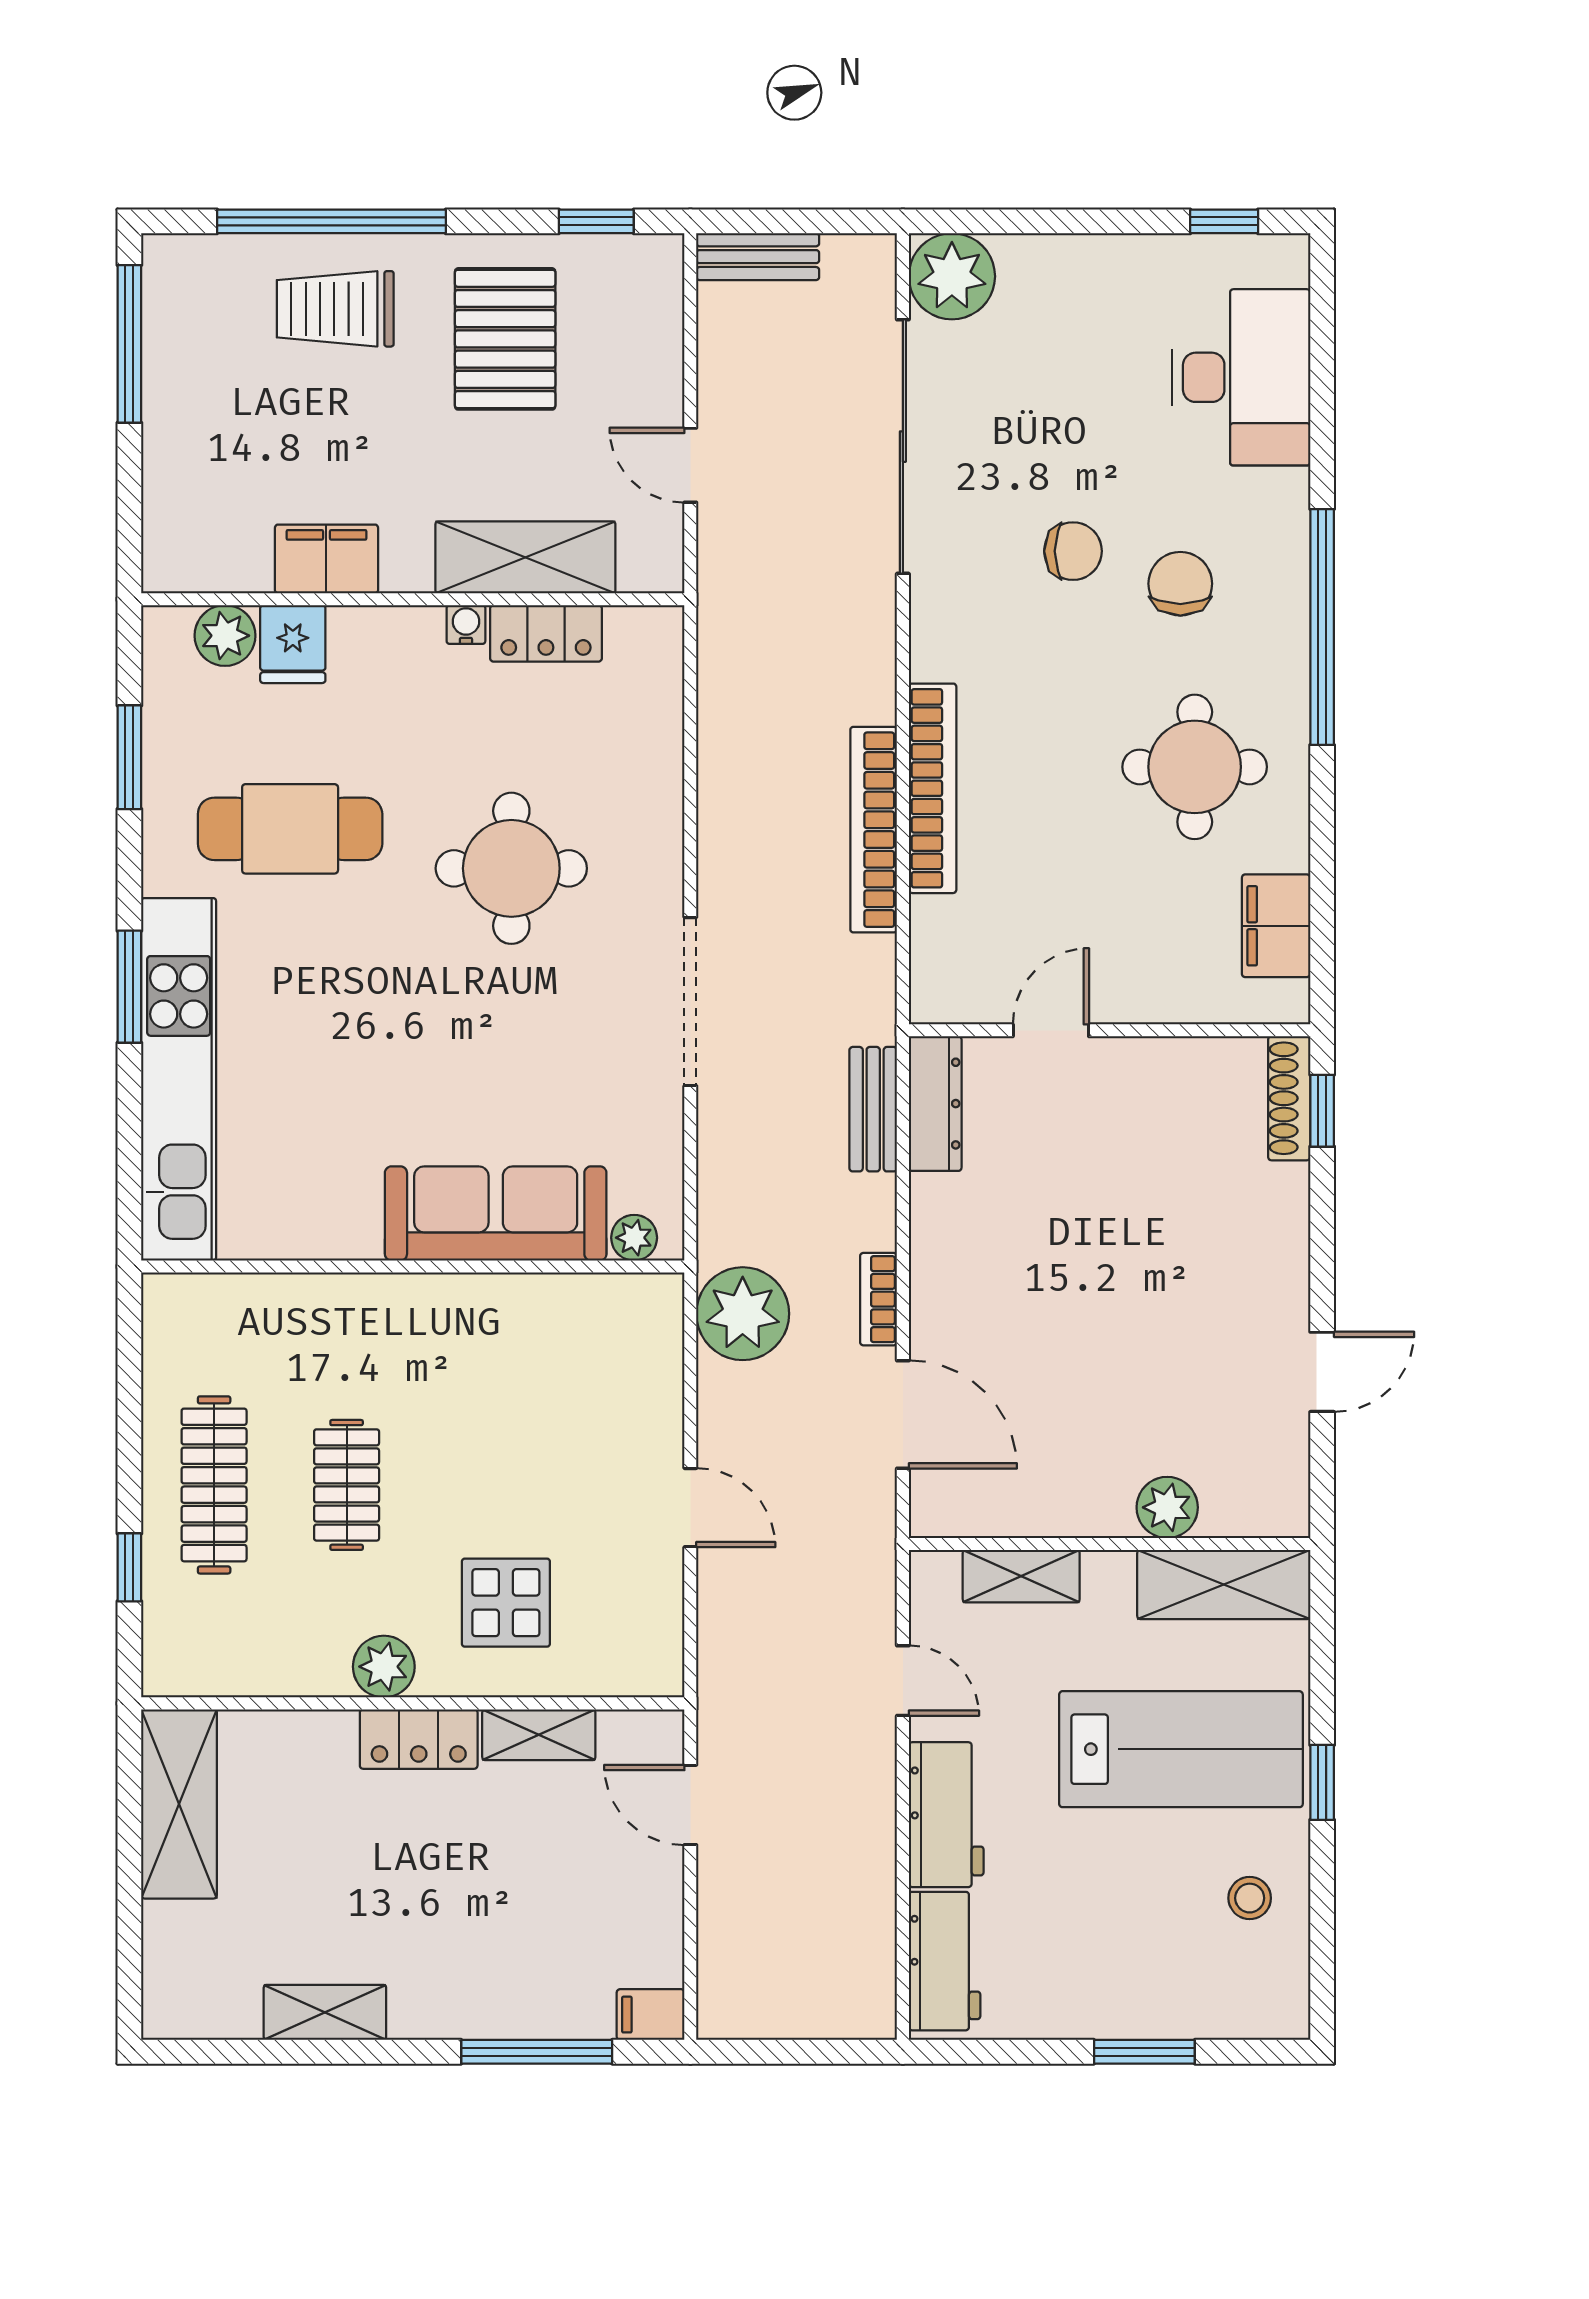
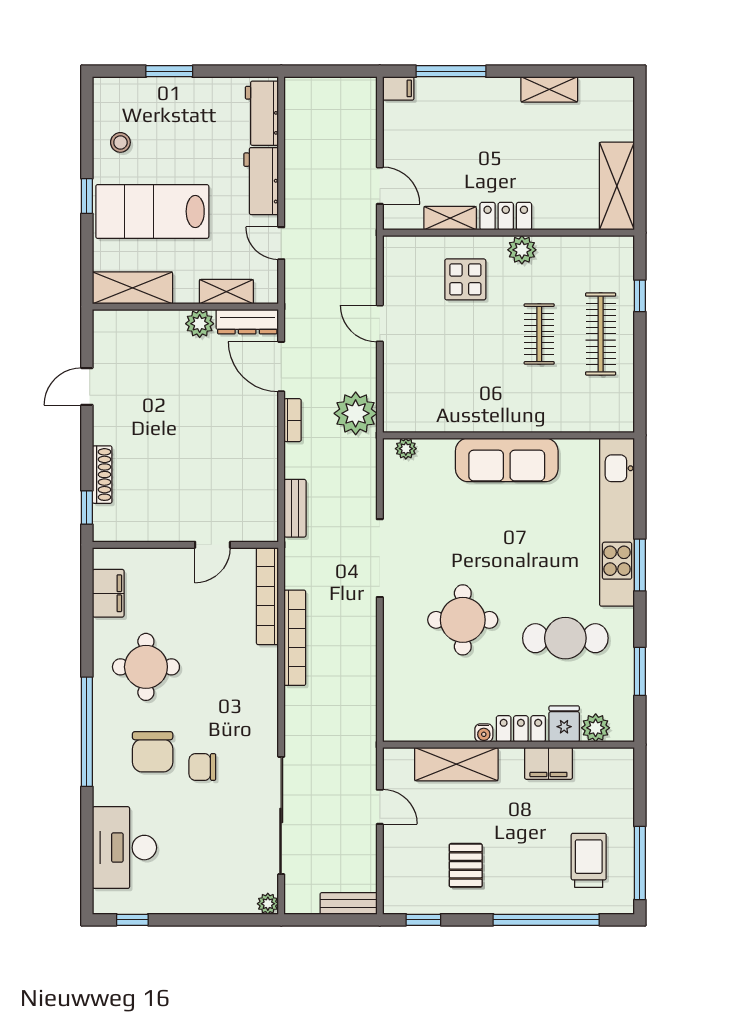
plant: (952, 276) -> (268, 904), width x0.53, depth x0.53
trolley: (335, 309) -> (589, 860), moved, turned -90
pallet: (505, 339) -> (466, 865), width x0.67, depth x0.71
chair: (1180, 584) -> (153, 752), width x1.37, depth x1.37
locker: (546, 633) -> (521, 729), moved
bookcase: (933, 788) -> (267, 596), moved
shoe rack: (1289, 1098) -> (102, 475), moved
dresser: (935, 1104) -> (247, 322), moved, turned -90
sofa: (496, 1213) -> (507, 460), moved
plant: (1167, 1507) -> (200, 324), moved

